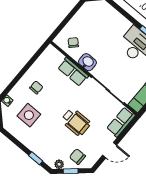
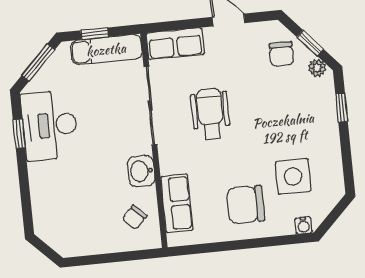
row of seats: (73, 72) -> (177, 203), moved
chair: (36, 87) -> (246, 205), width x1.87, depth x1.87
wheelchair: (76, 122) -> (210, 114), moved

